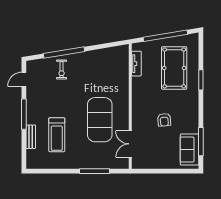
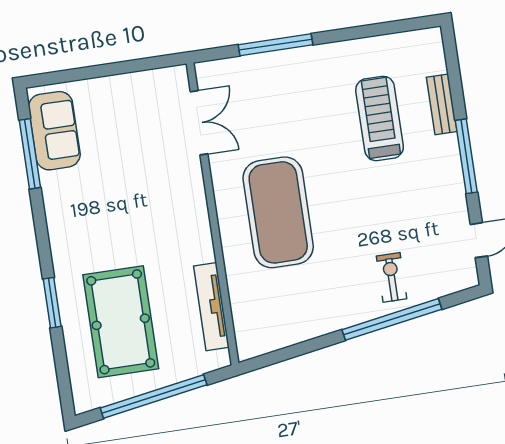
tv unit: (136, 64) -> (211, 307), width x1.41
exercise mat: (100, 120) -> (278, 212), moved
armchair: (164, 120) -> (126, 193), removed

